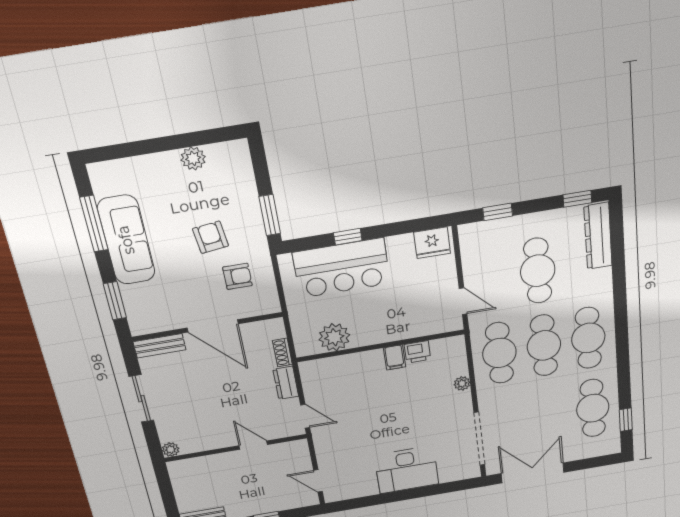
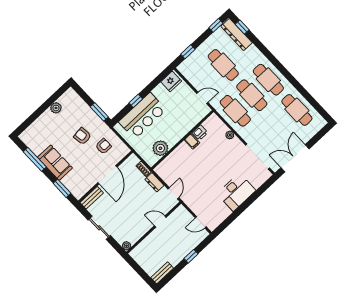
sofa: (126, 240) -> (55, 163), width x0.73
door: (213, 326) -> (107, 175), hinge flipped
door: (305, 416) -> (173, 193), hinge flipped
window: (626, 420) -> (242, 27), moved

